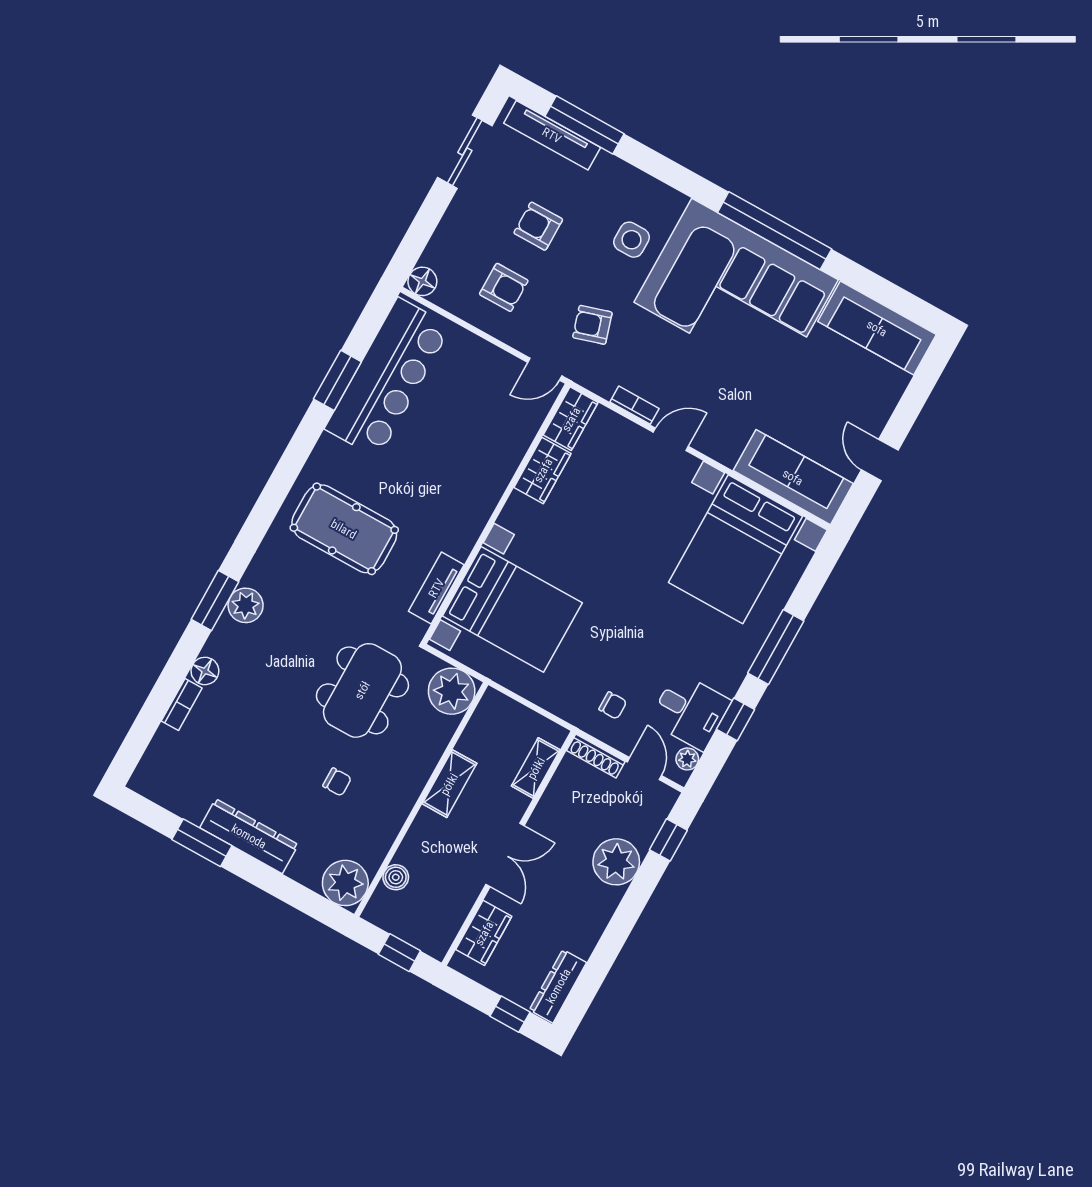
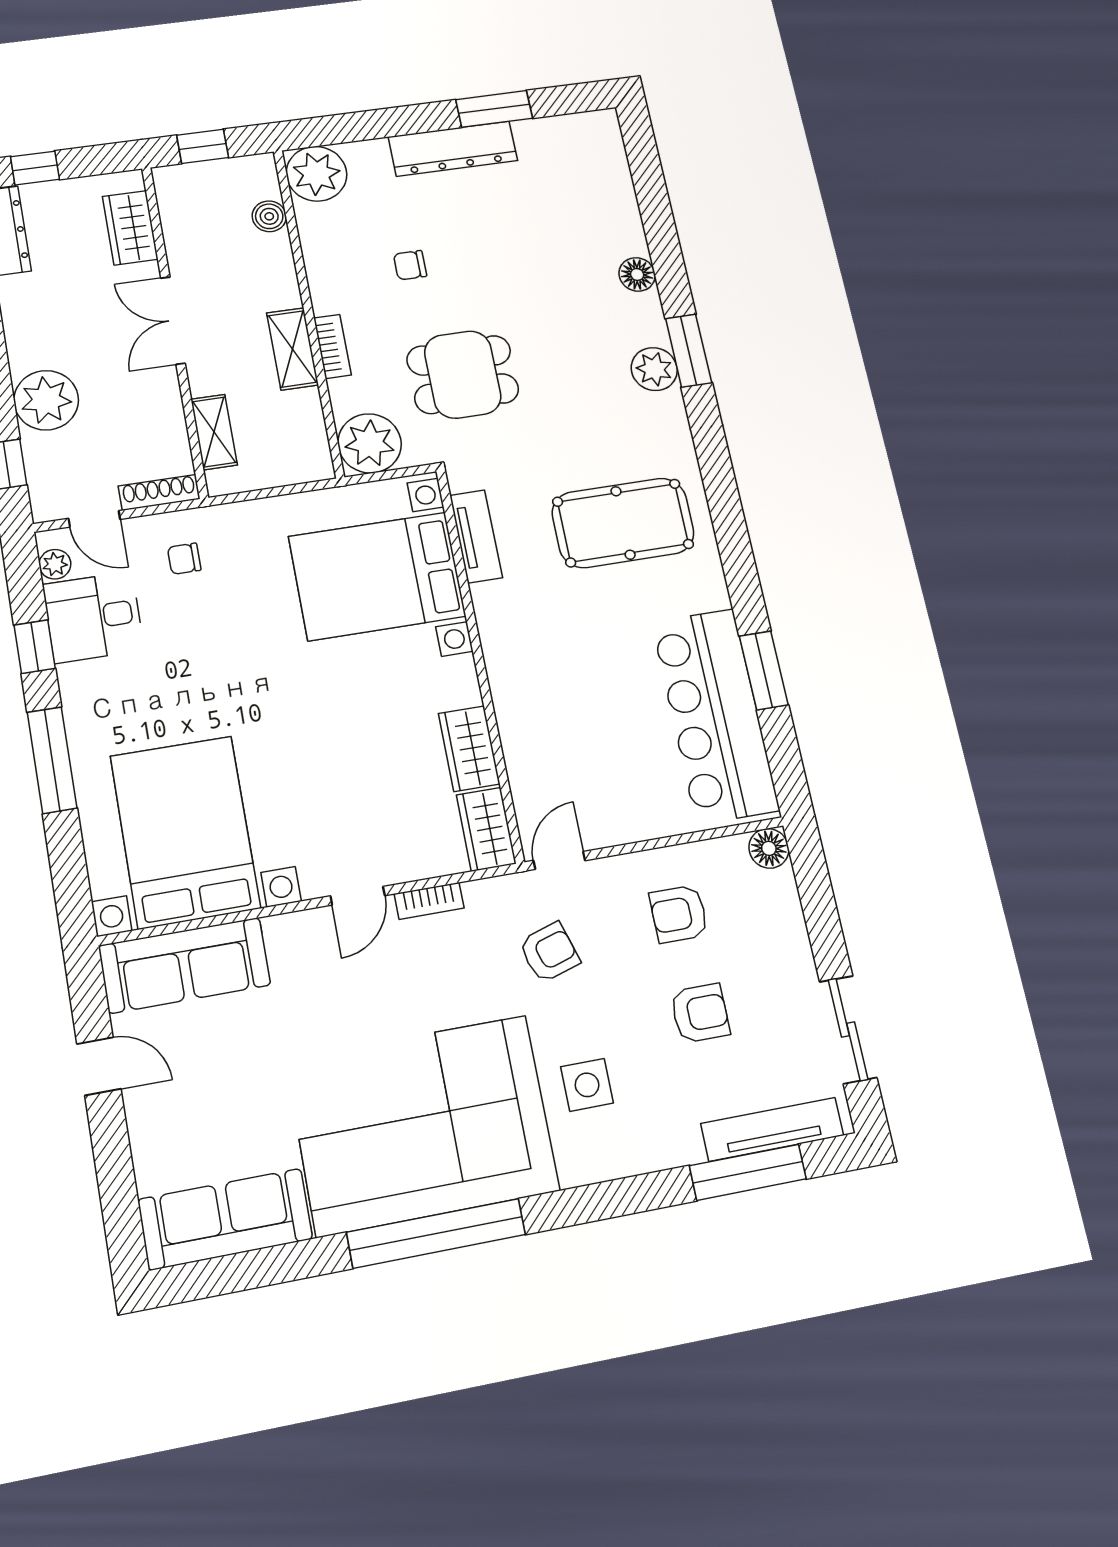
dining table: (362, 690) -> (463, 375), width x0.73
bookcase: (182, 705) -> (333, 346), moved, turned 180

